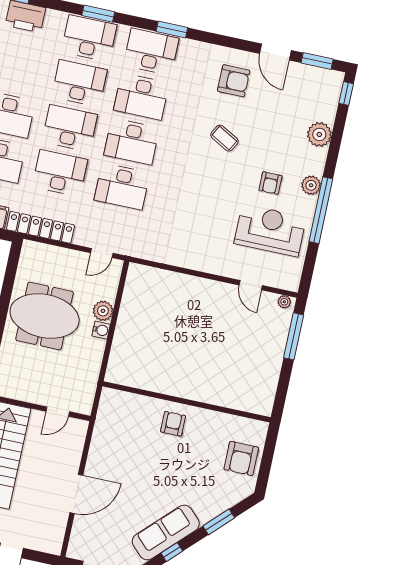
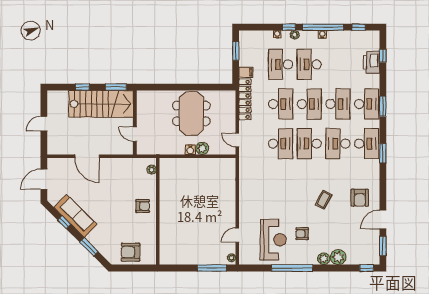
plant: (311, 185) -> (324, 259), moved
desk: (122, 186) -> (281, 144), turned 180
plant: (119, 397) -> (152, 170), added

